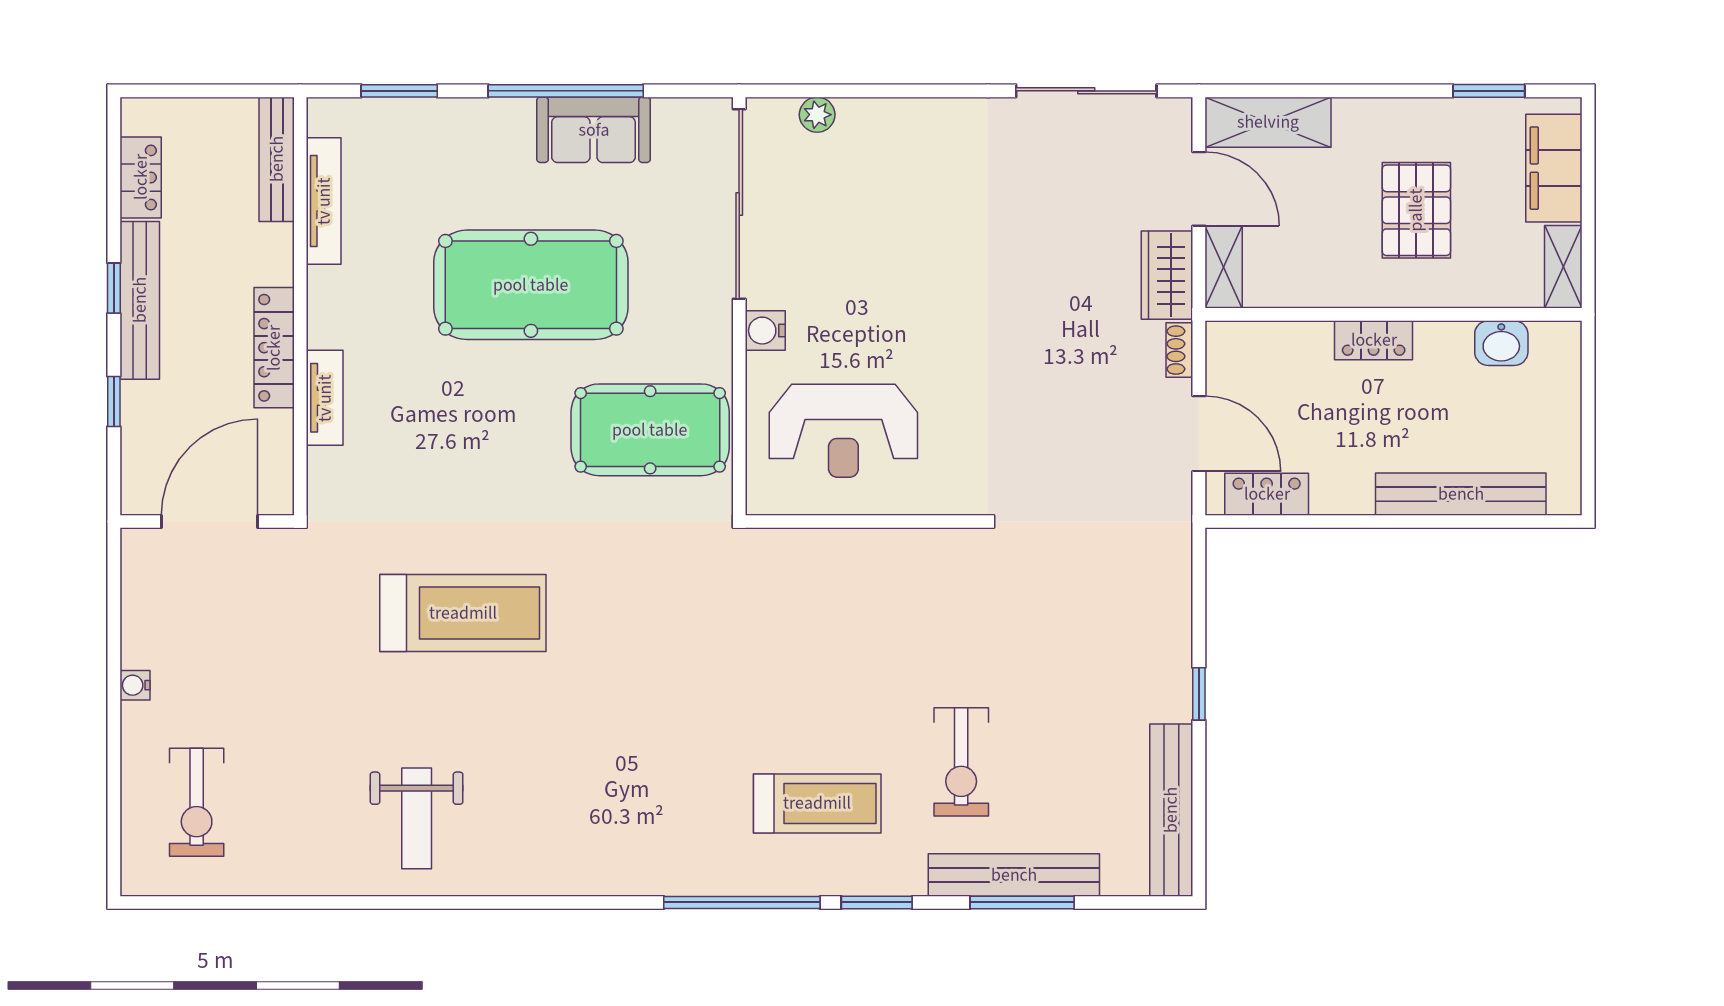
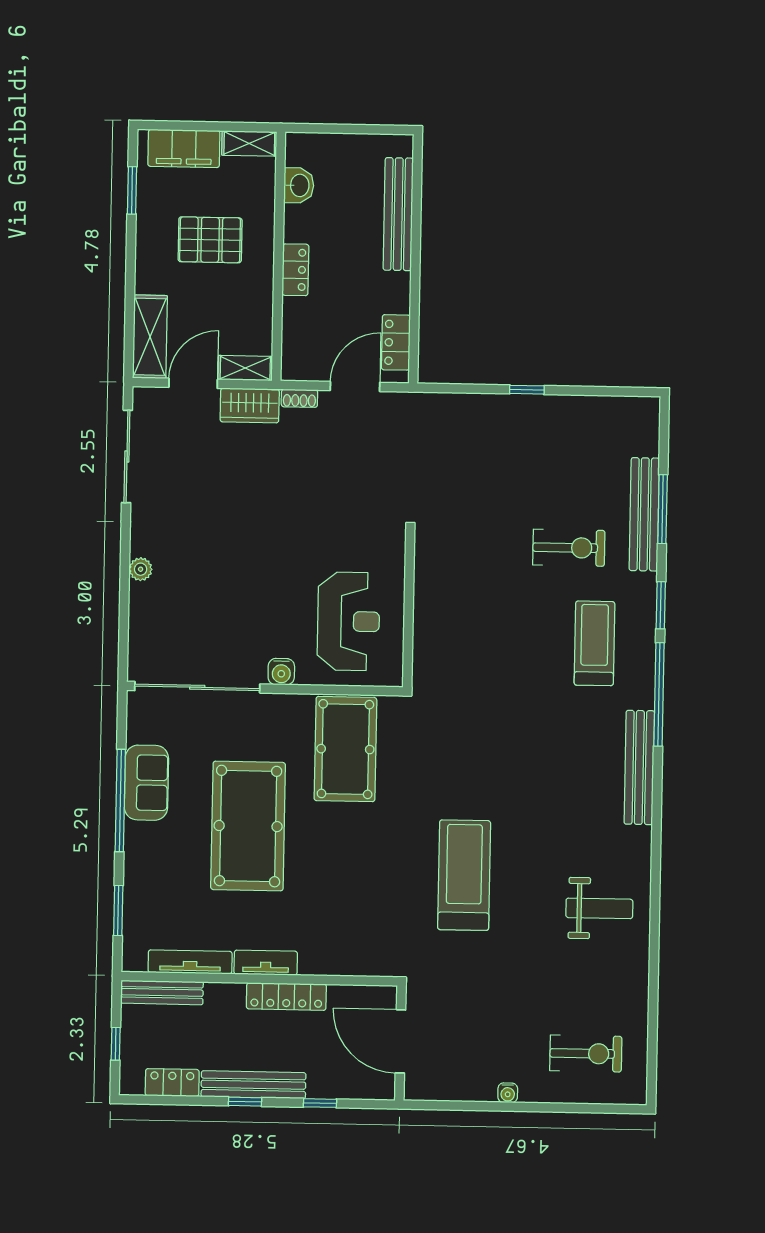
window: (198, 91) -> (116, 1044), added
plant: (817, 115) -> (141, 569), moved
tv unit: (325, 398) -> (266, 963), moved
bench: (1171, 810) -> (639, 767), moved, turned 90

